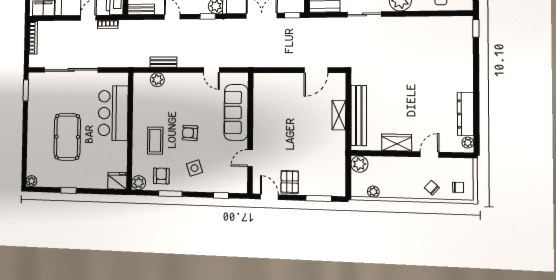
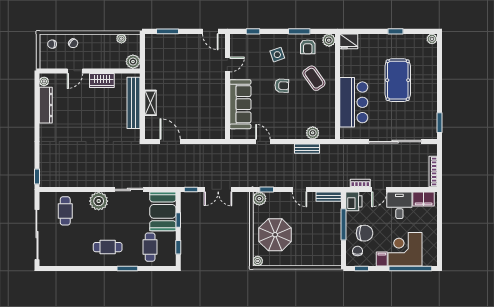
door: (316, 70) -> (170, 142), hinge flipped
coffee table: (155, 141) -> (314, 78), turned -35
pallet: (290, 182) -> (193, 45), removed

